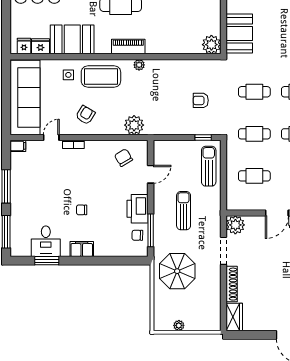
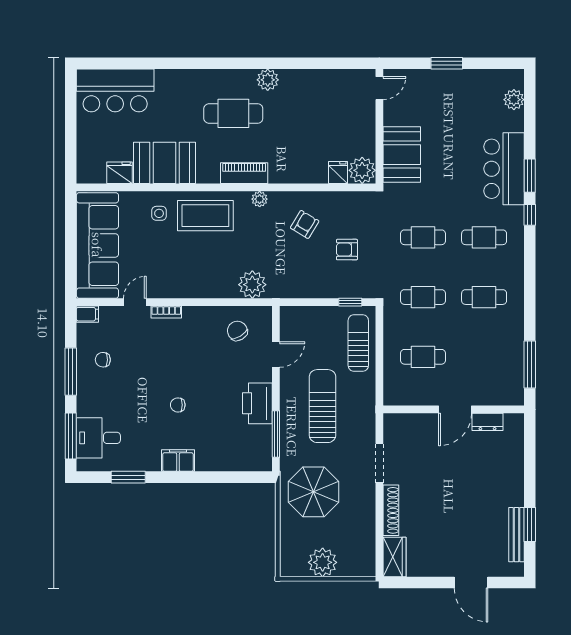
fridge: (24, 46) -> (338, 173), moved
armchair: (85, 115) -> (305, 224), moved
sun lounger: (184, 211) -> (323, 406), width x1.36, depth x1.34
plant: (235, 225) -> (396, 426), removed
chair: (137, 235) -> (103, 360), moved
desk: (46, 241) -> (98, 438), moved, turned 90
plant: (179, 325) -> (323, 562), width x1.87, depth x1.87

